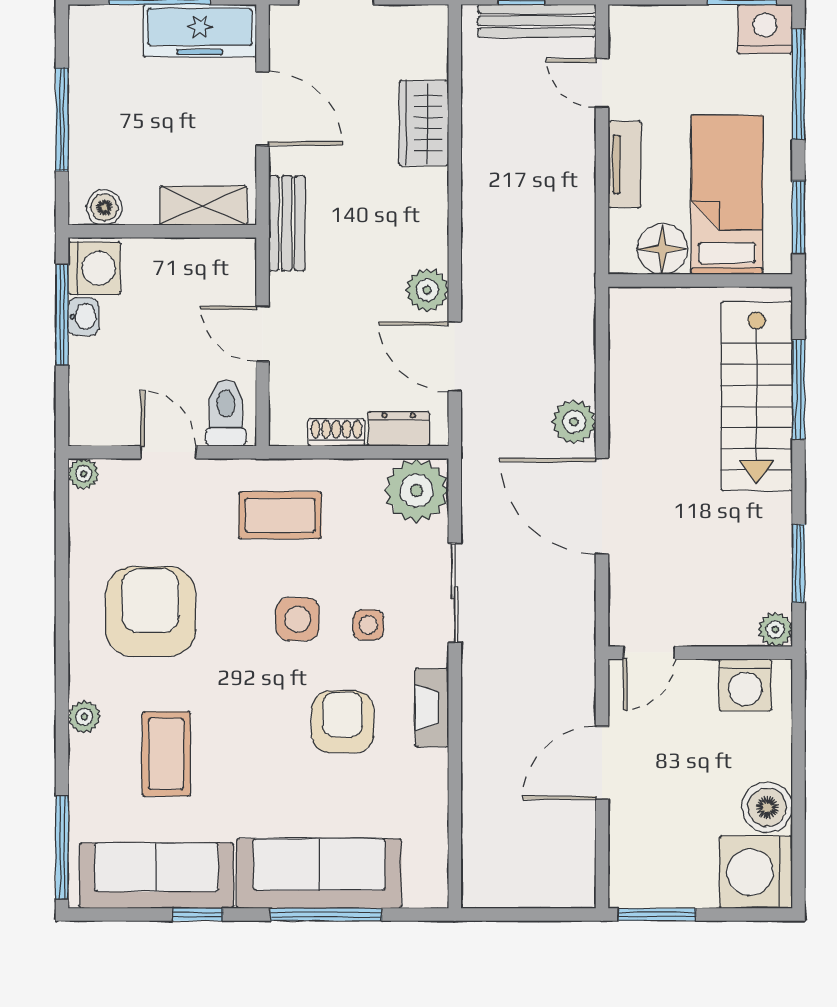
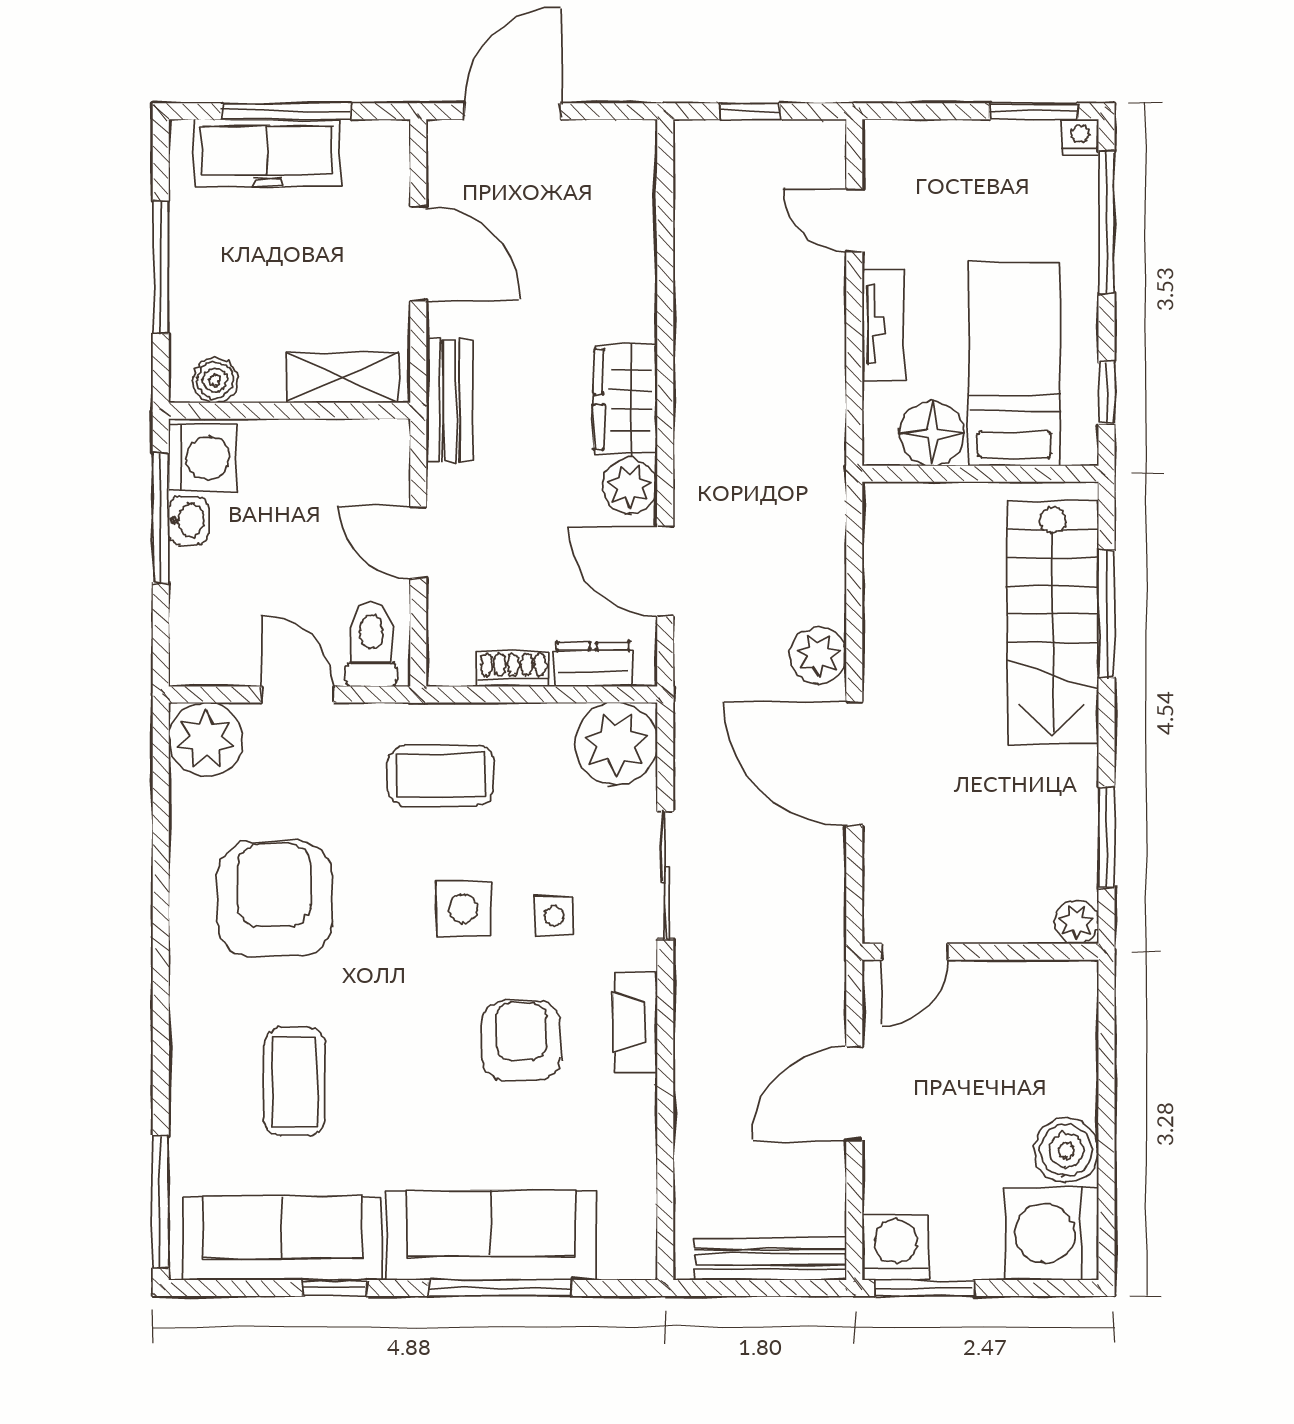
bench: (537, 21) -> (771, 1259), moved
nightstand: (765, 29) -> (1080, 137), width x0.53, depth x0.56
freezer: (200, 31) -> (267, 153), moved
wardrobe: (424, 123) -> (626, 400), moved
window: (798, 217) -> (1106, 392), width x0.67
plant: (84, 474) -> (206, 739), width x1.88, depth x1.88
washing machine: (745, 685) -> (896, 1247), moved, turned 180
plant: (84, 717) -> (189, 1034), removed

